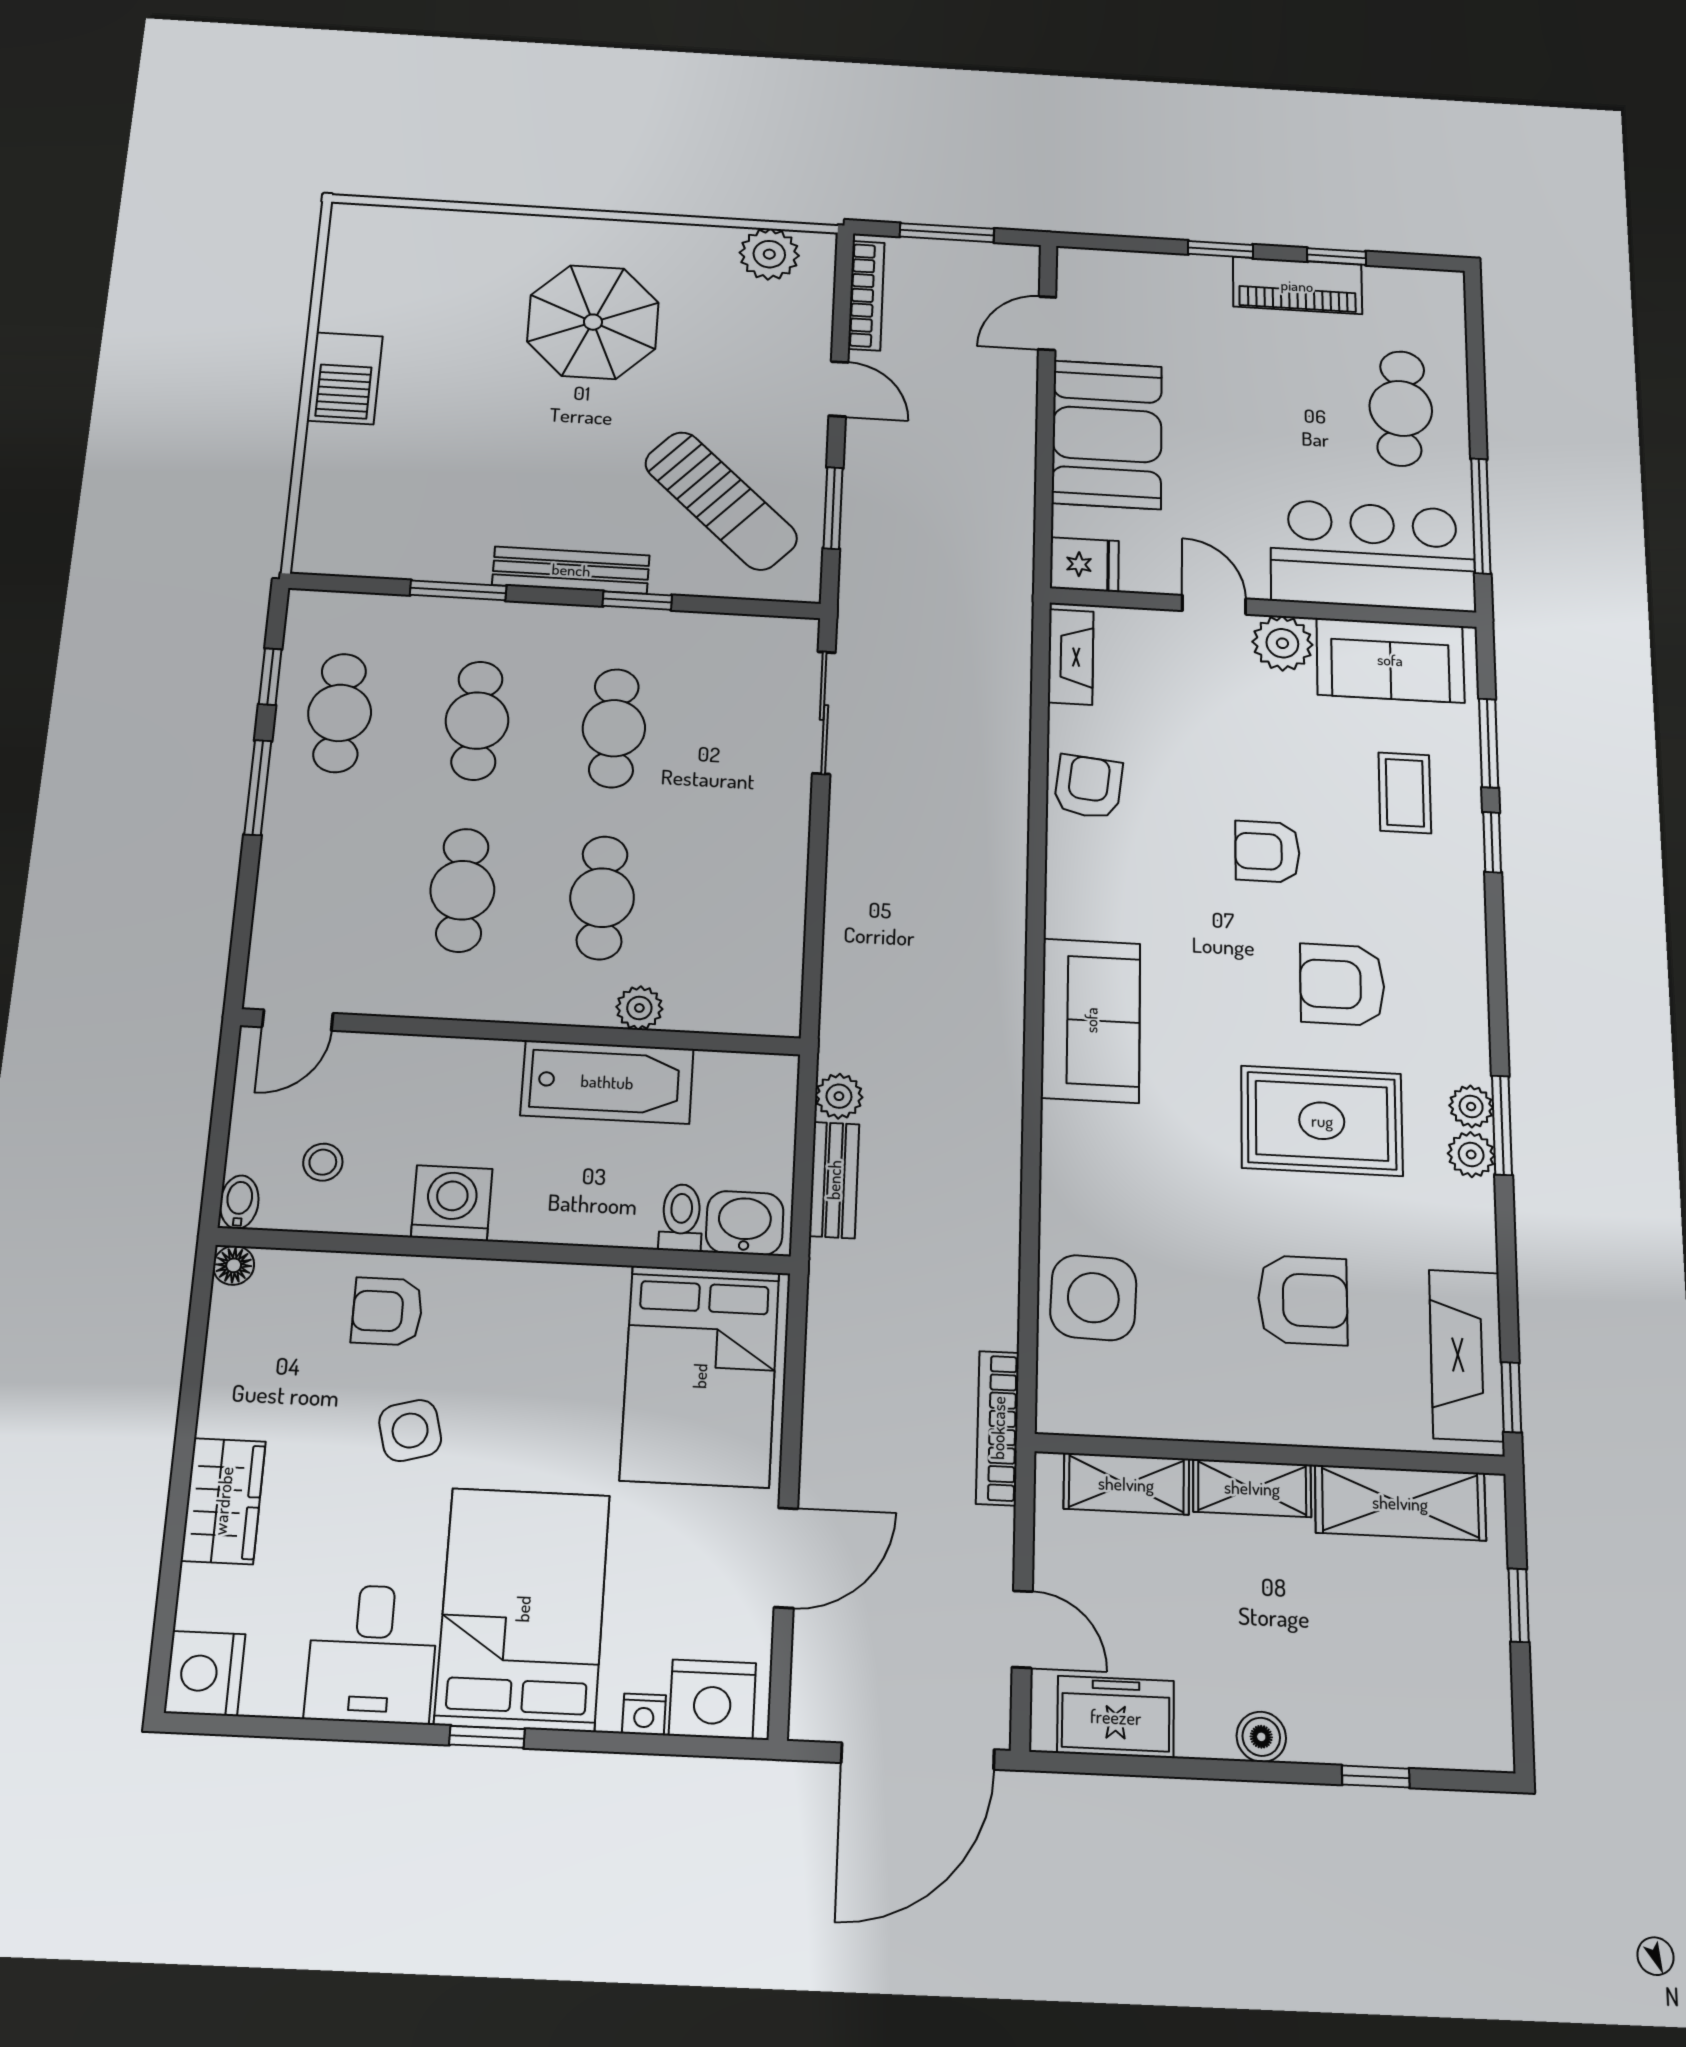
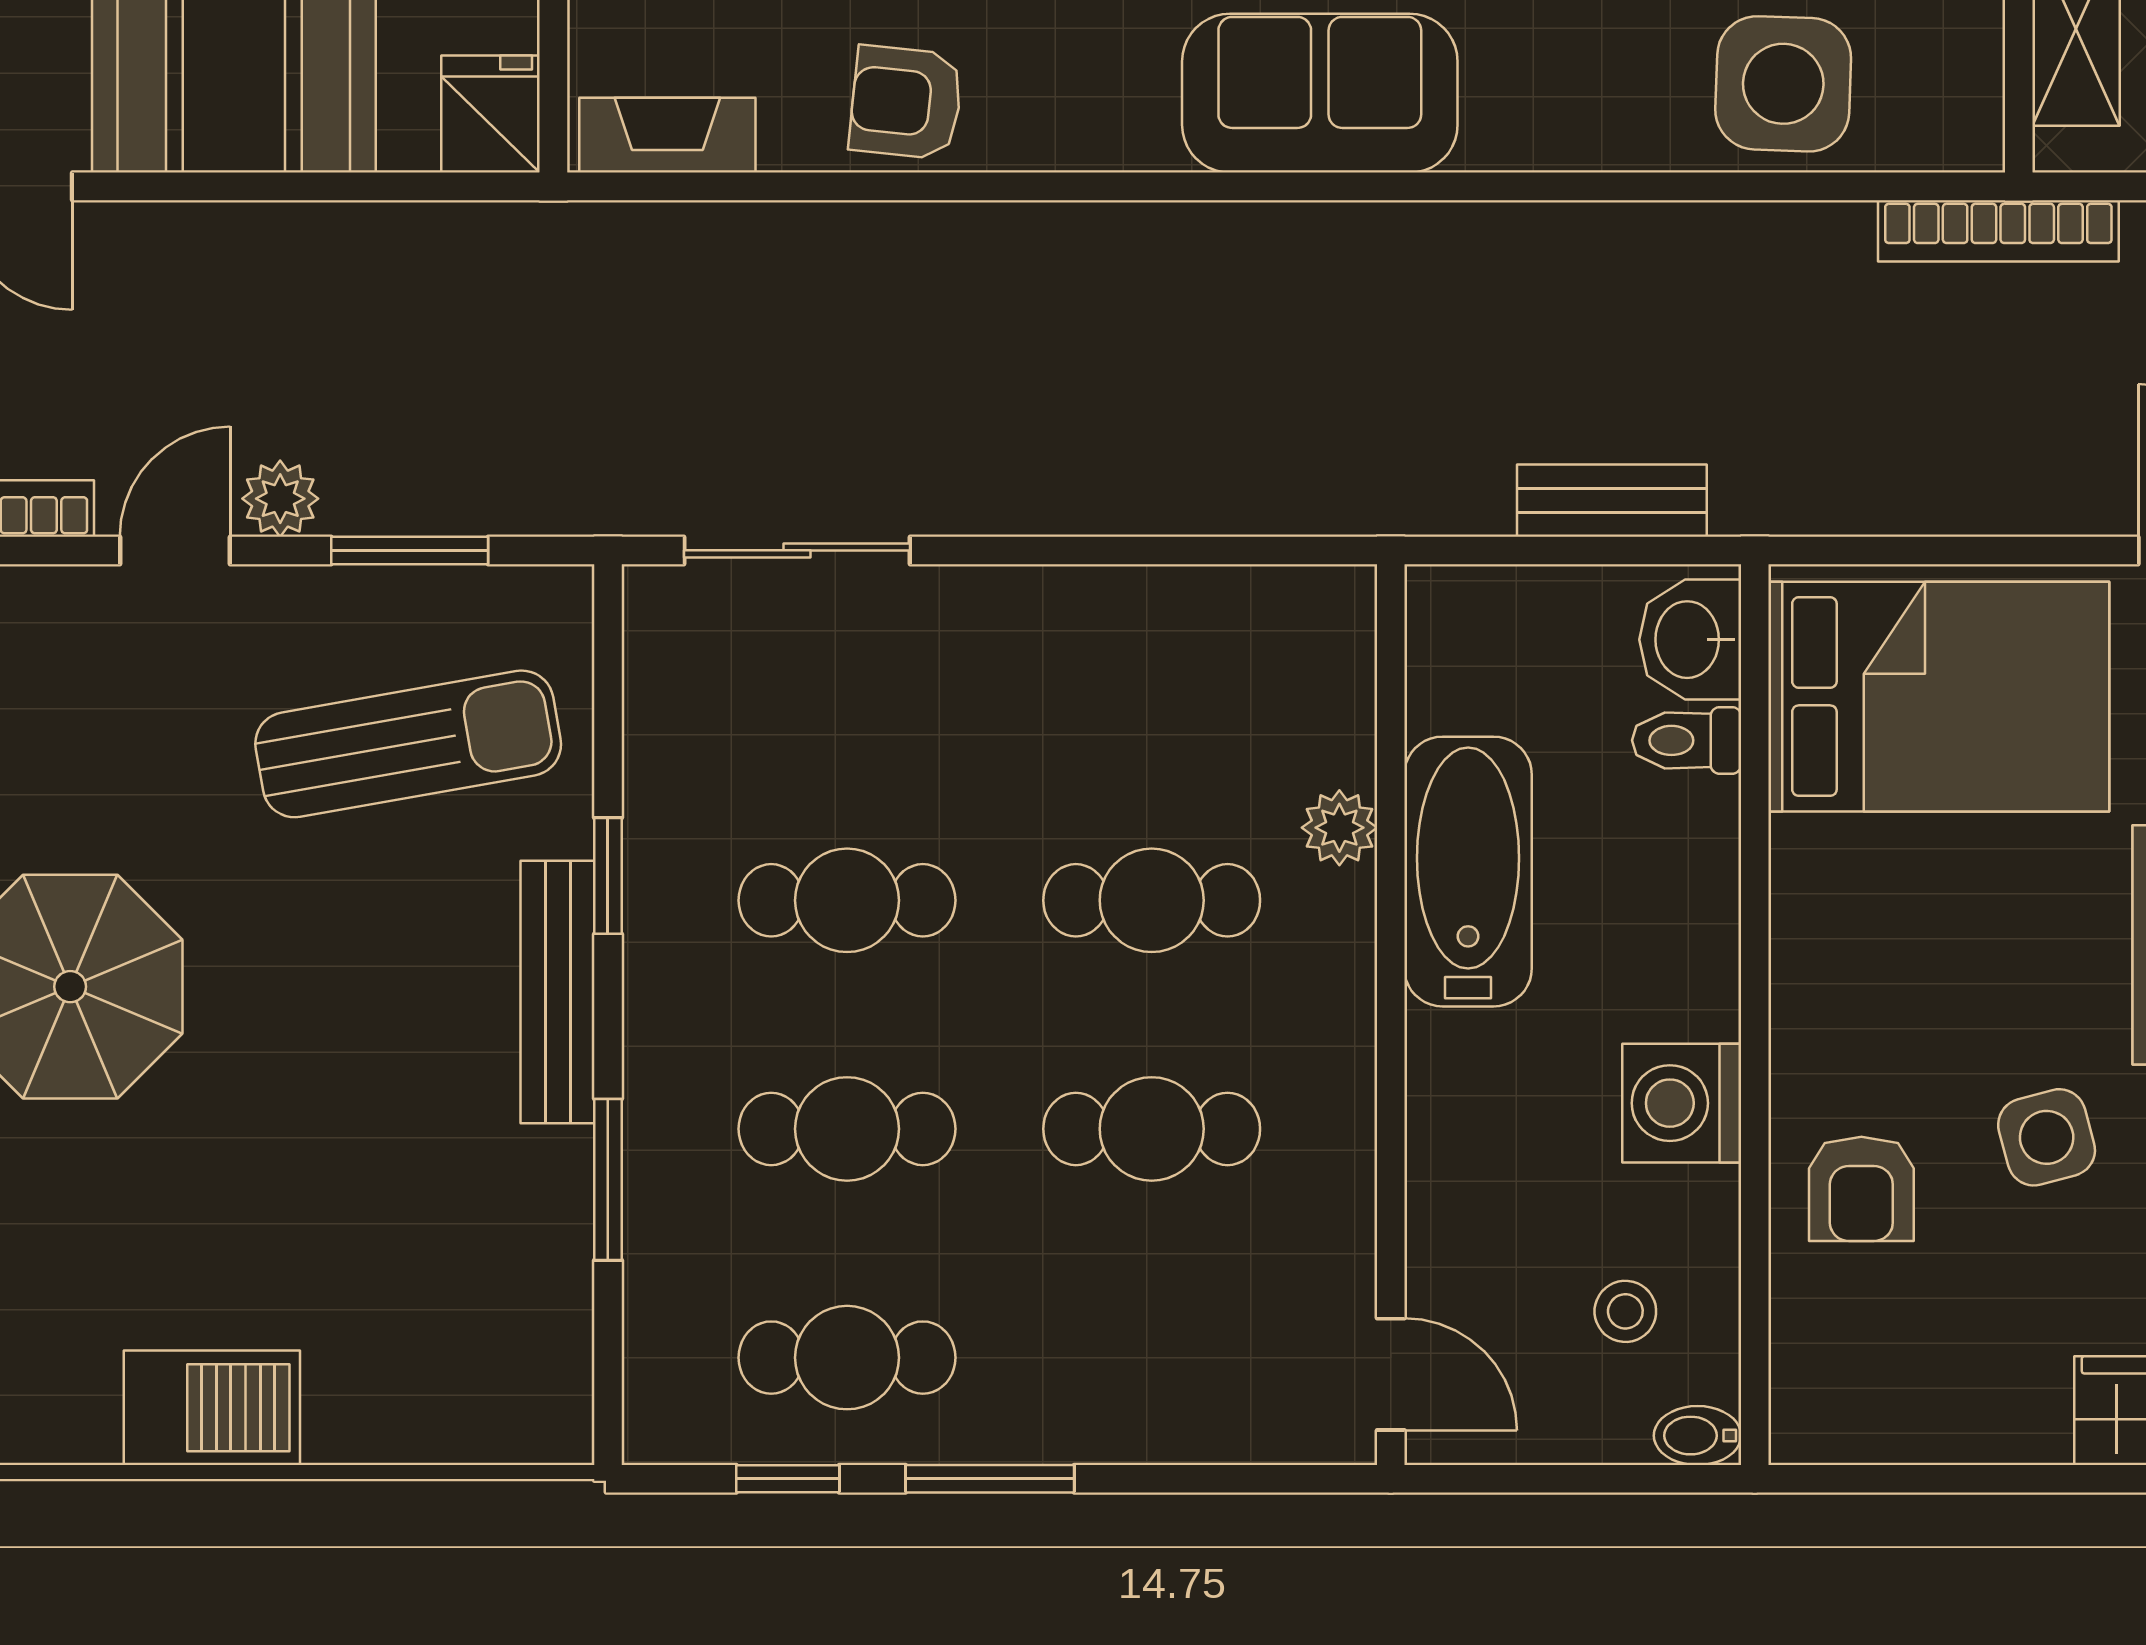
sun lounger: (721, 501) -> (408, 744), turned 37
plant: (839, 1096) -> (280, 499), moved
floor lamp: (234, 1265) -> (1800, 1434), removed

